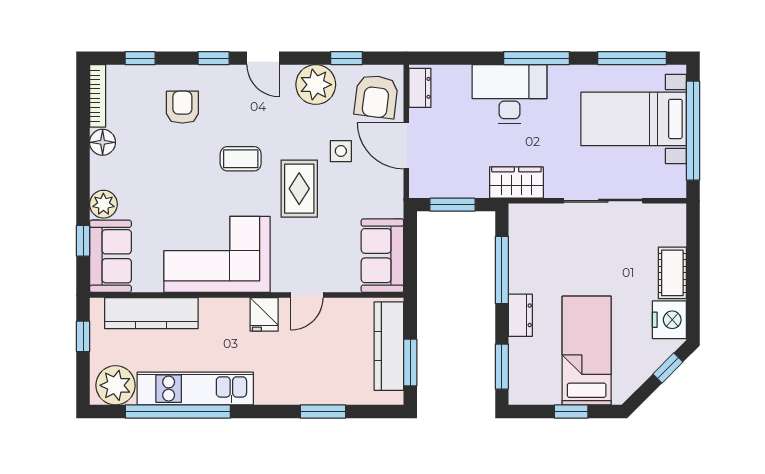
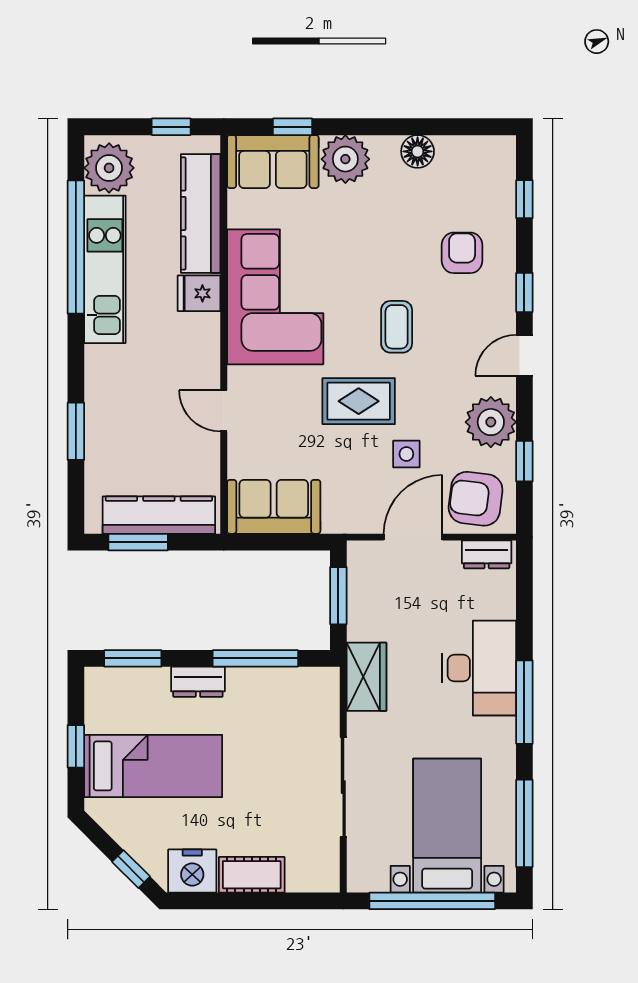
bookcase: (98, 96) -> (476, 145), removed
armchair: (182, 107) -> (462, 253), turned -90
plant: (103, 204) -> (345, 159), width x1.36, depth x1.36
fridge: (264, 314) -> (199, 293), moved

